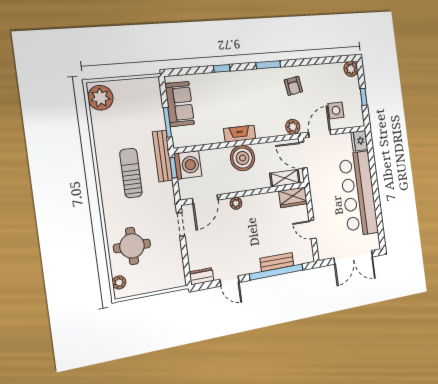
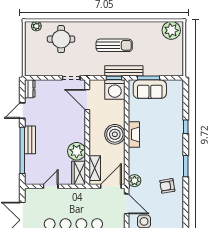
sofa: (180, 104) -> (150, 89), moved
plant: (236, 203) -> (77, 151), moved, width x1.87, depth x1.87
bench: (277, 262) -> (30, 140), moved

